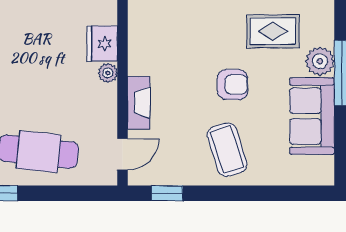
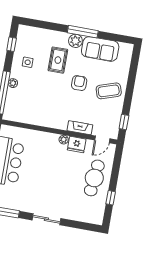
fridge: (102, 44) -> (77, 145), moved
door: (123, 154) -> (102, 139), swing flipped

